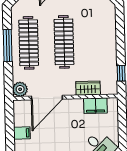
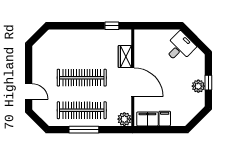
door: (47, 98) -> (133, 82), moved
filing cabinet: (95, 106) -> (147, 119), moved, turned -90

